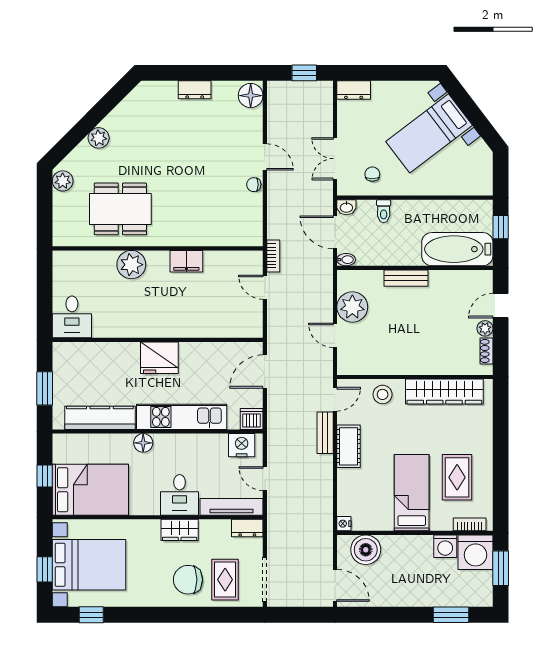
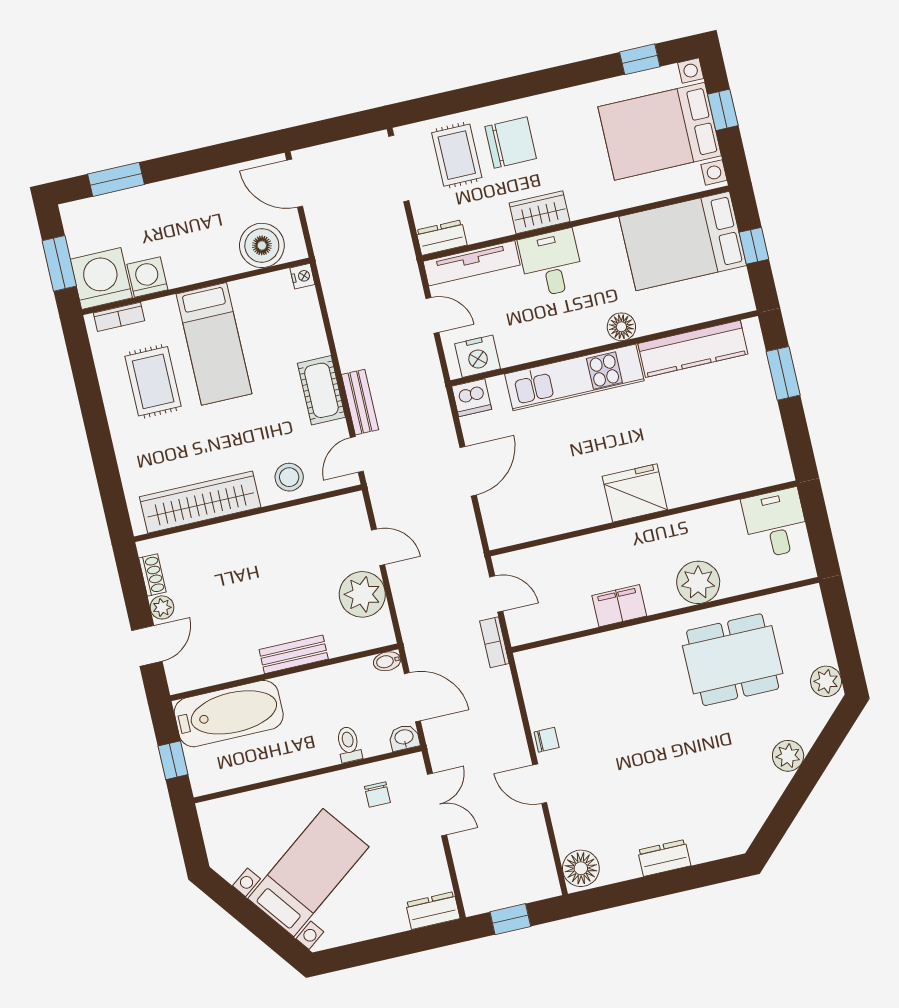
desk: (72, 317) -> (776, 523), moved
wall: (158, 340) -> (643, 518), moved
fridge: (159, 358) -> (635, 493), moved

